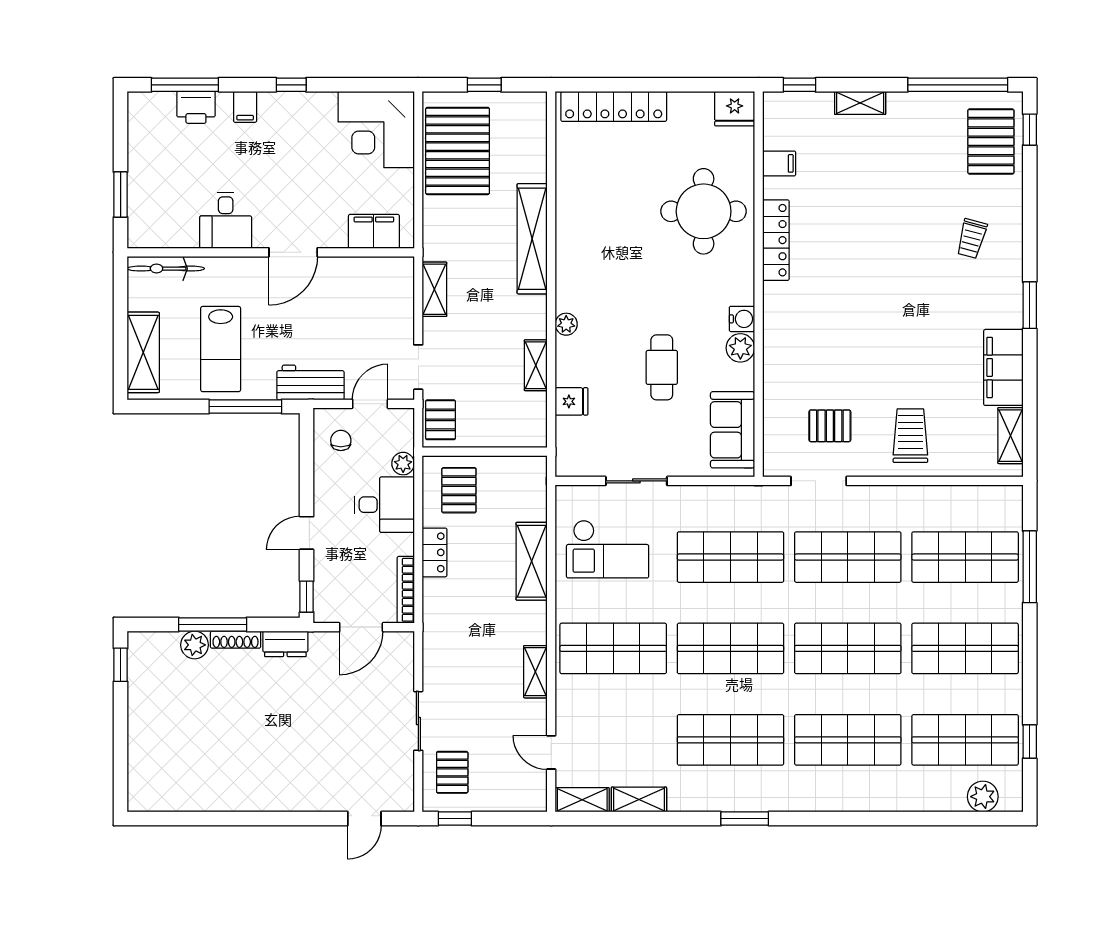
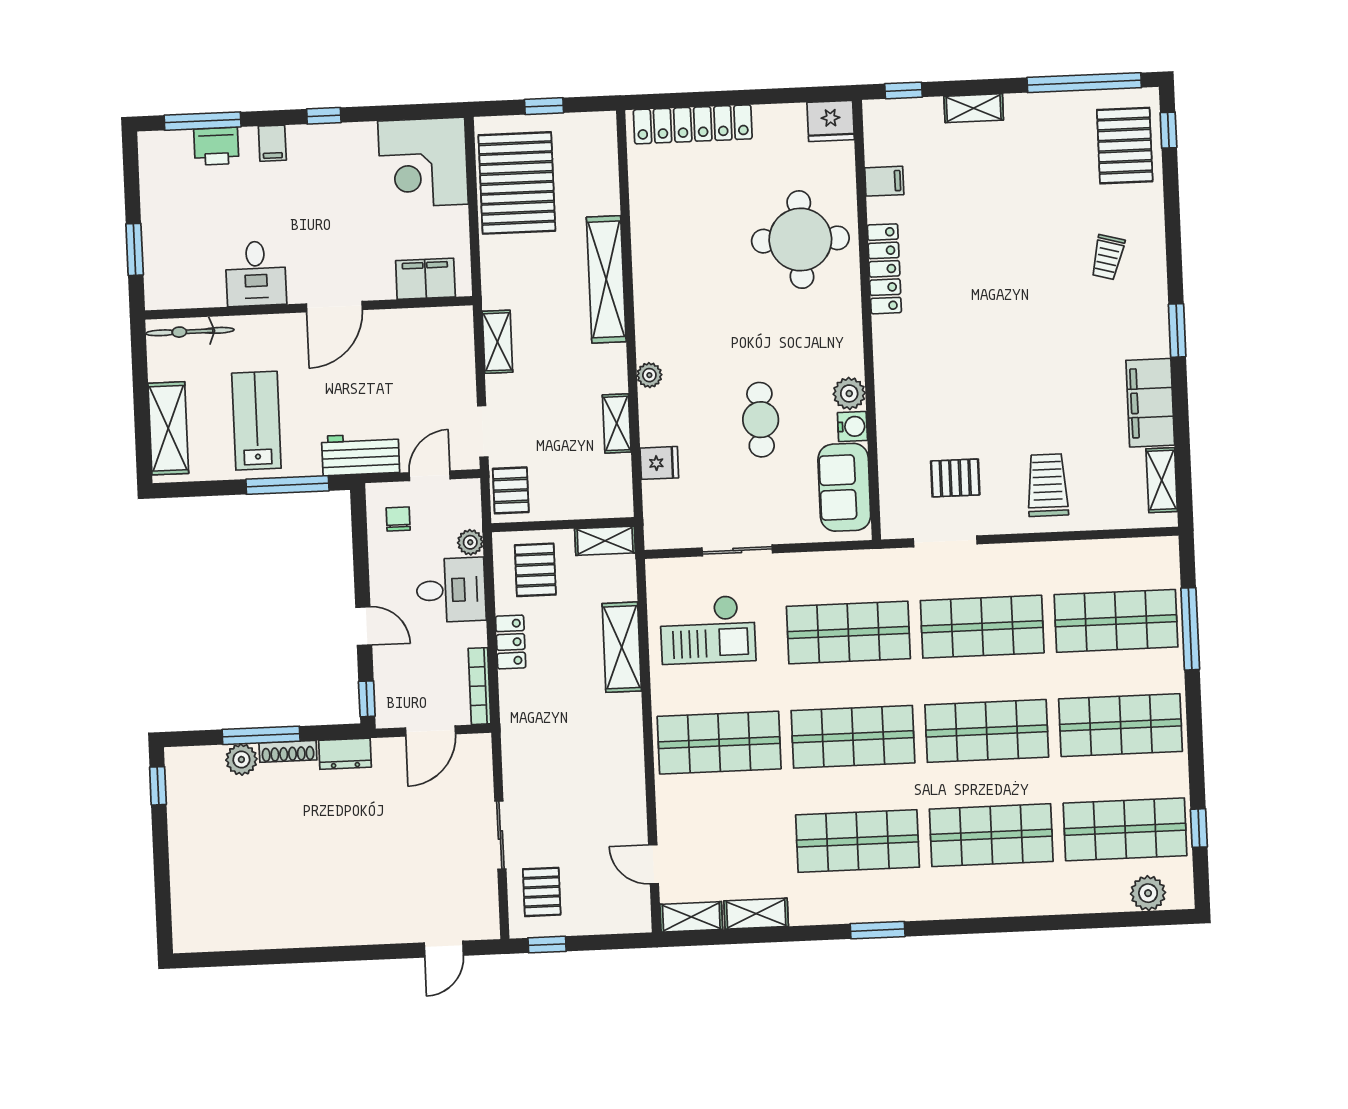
water cooler: (742, 319) -> (852, 426), moved
lab bench: (221, 349) -> (256, 421), turned 180
door: (307, 533) -> (364, 626), swing flipped
shelving: (535, 672) -> (605, 541), moved, turned 90

